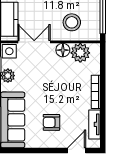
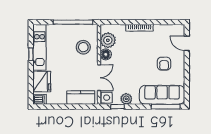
double door: (34, 42) -> (99, 78), swing flipped
tv unit: (95, 124) -> (166, 29), removed

